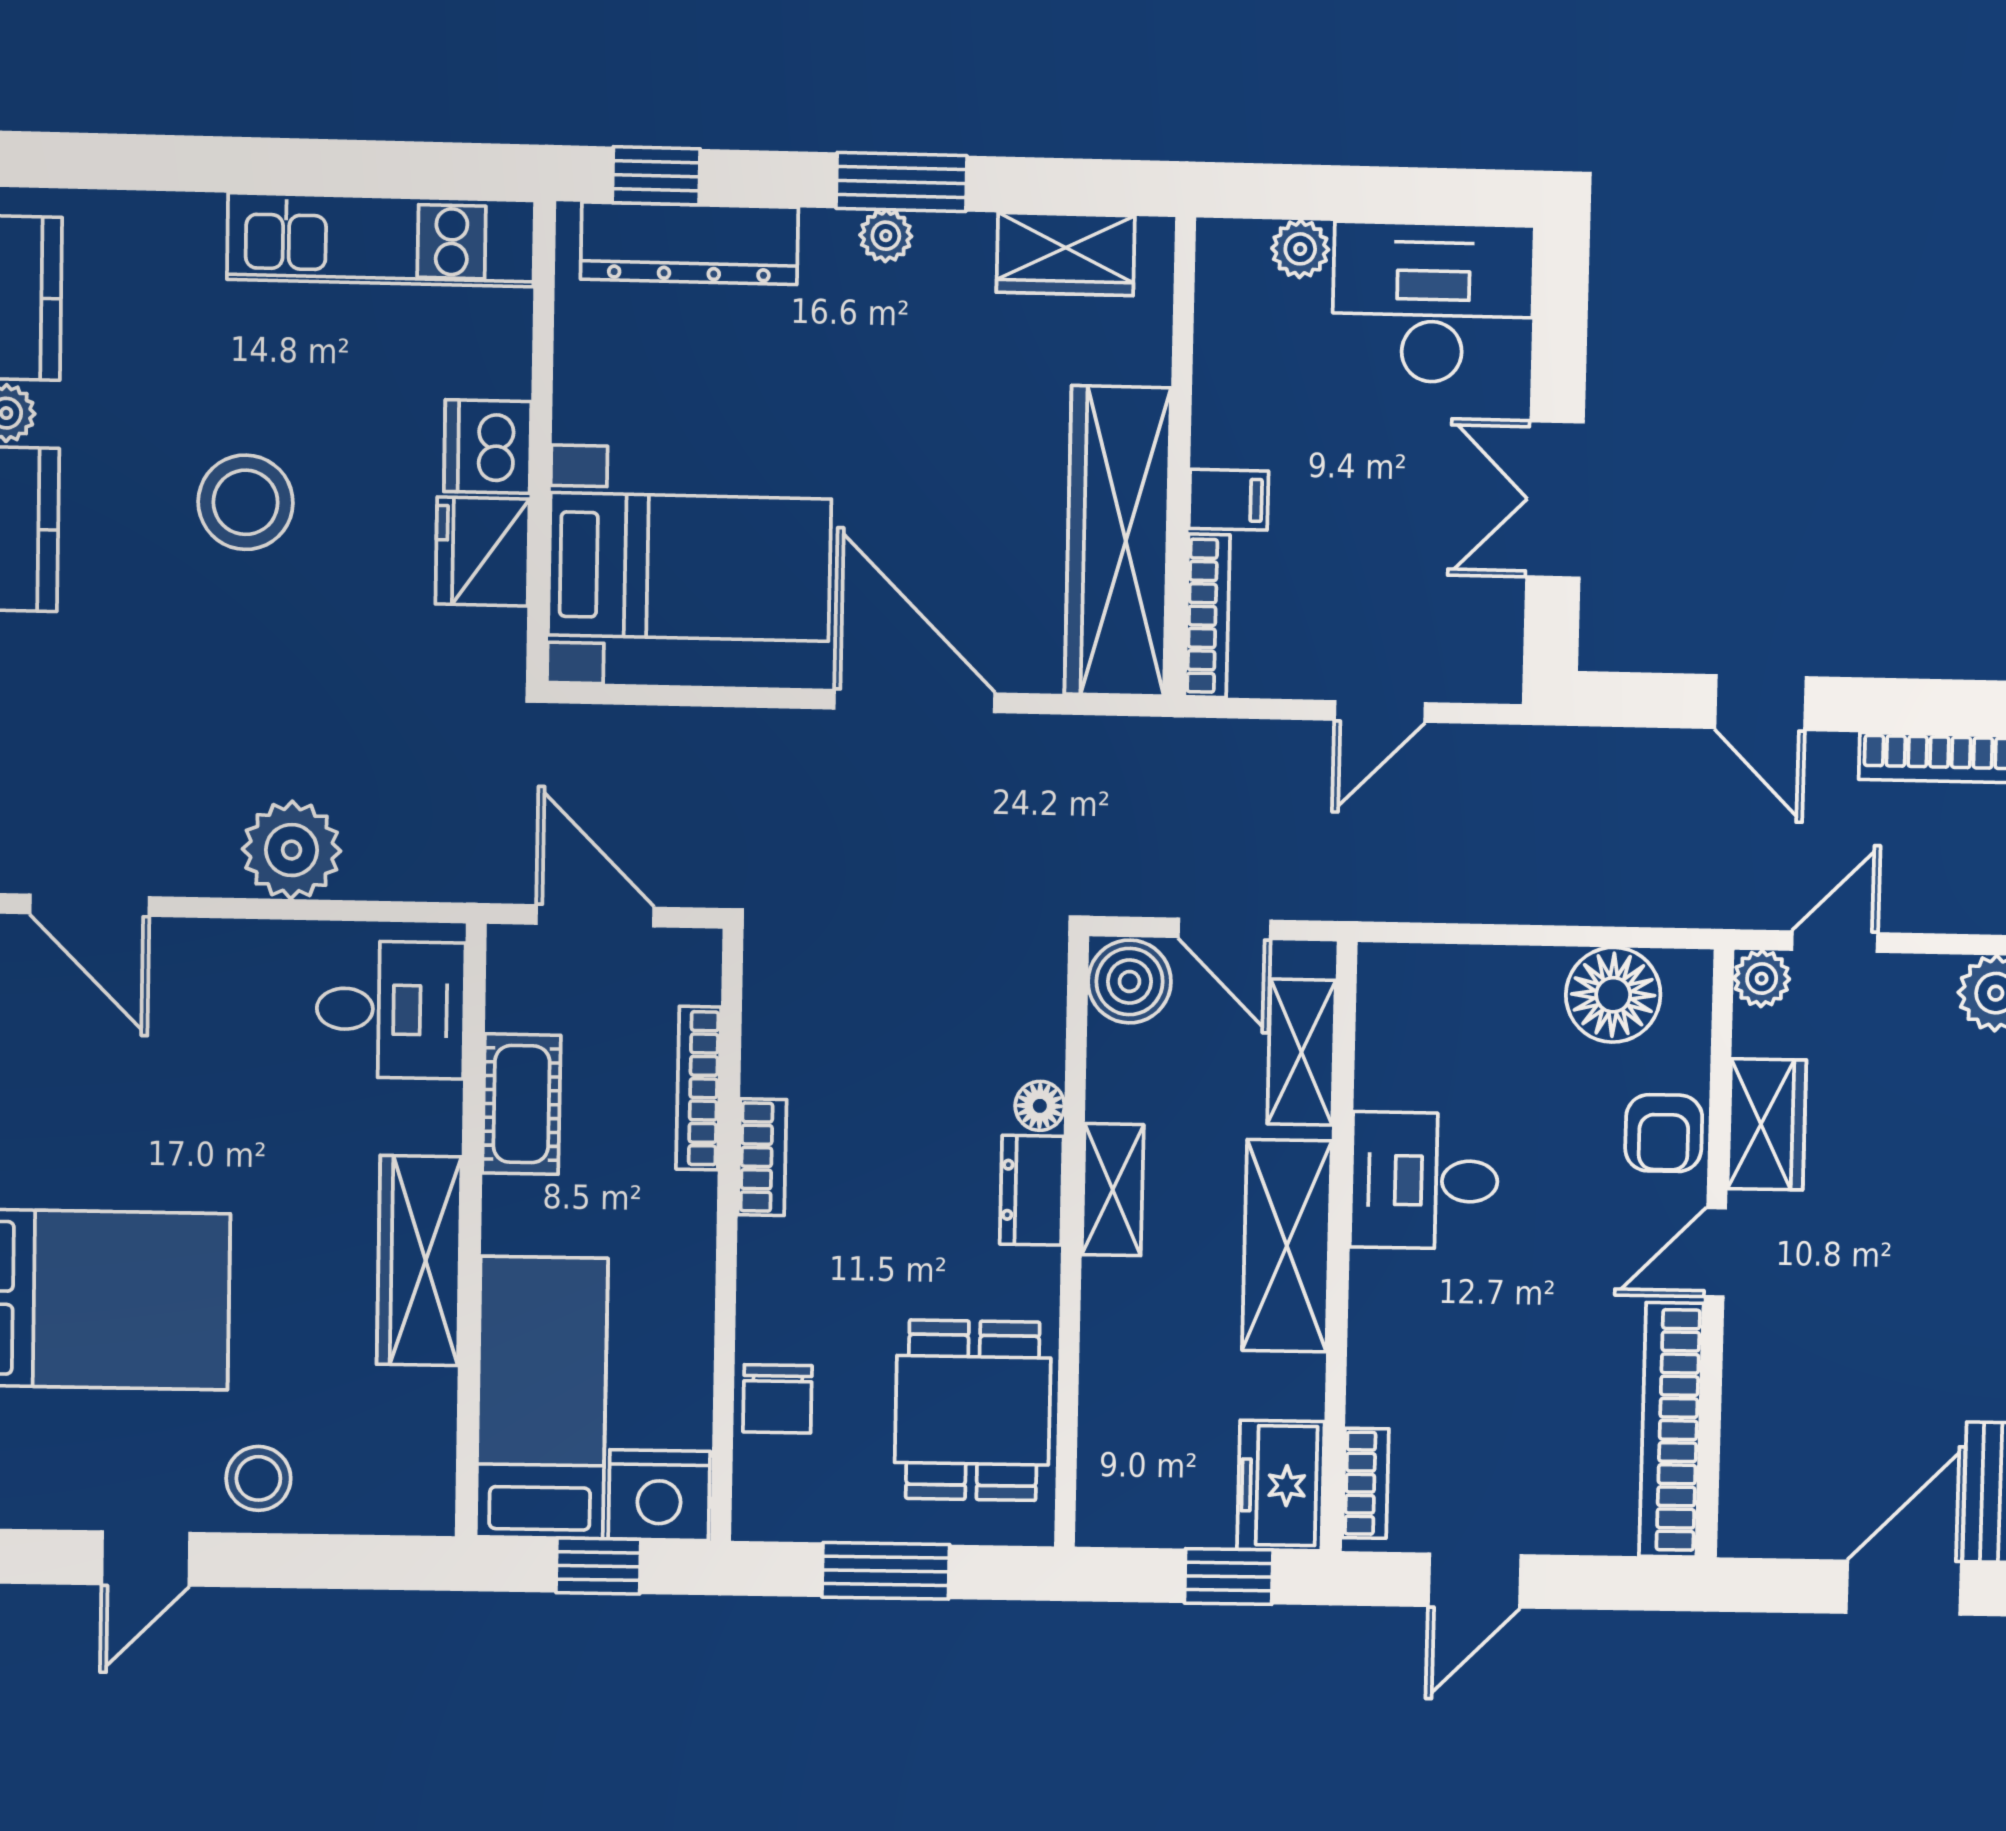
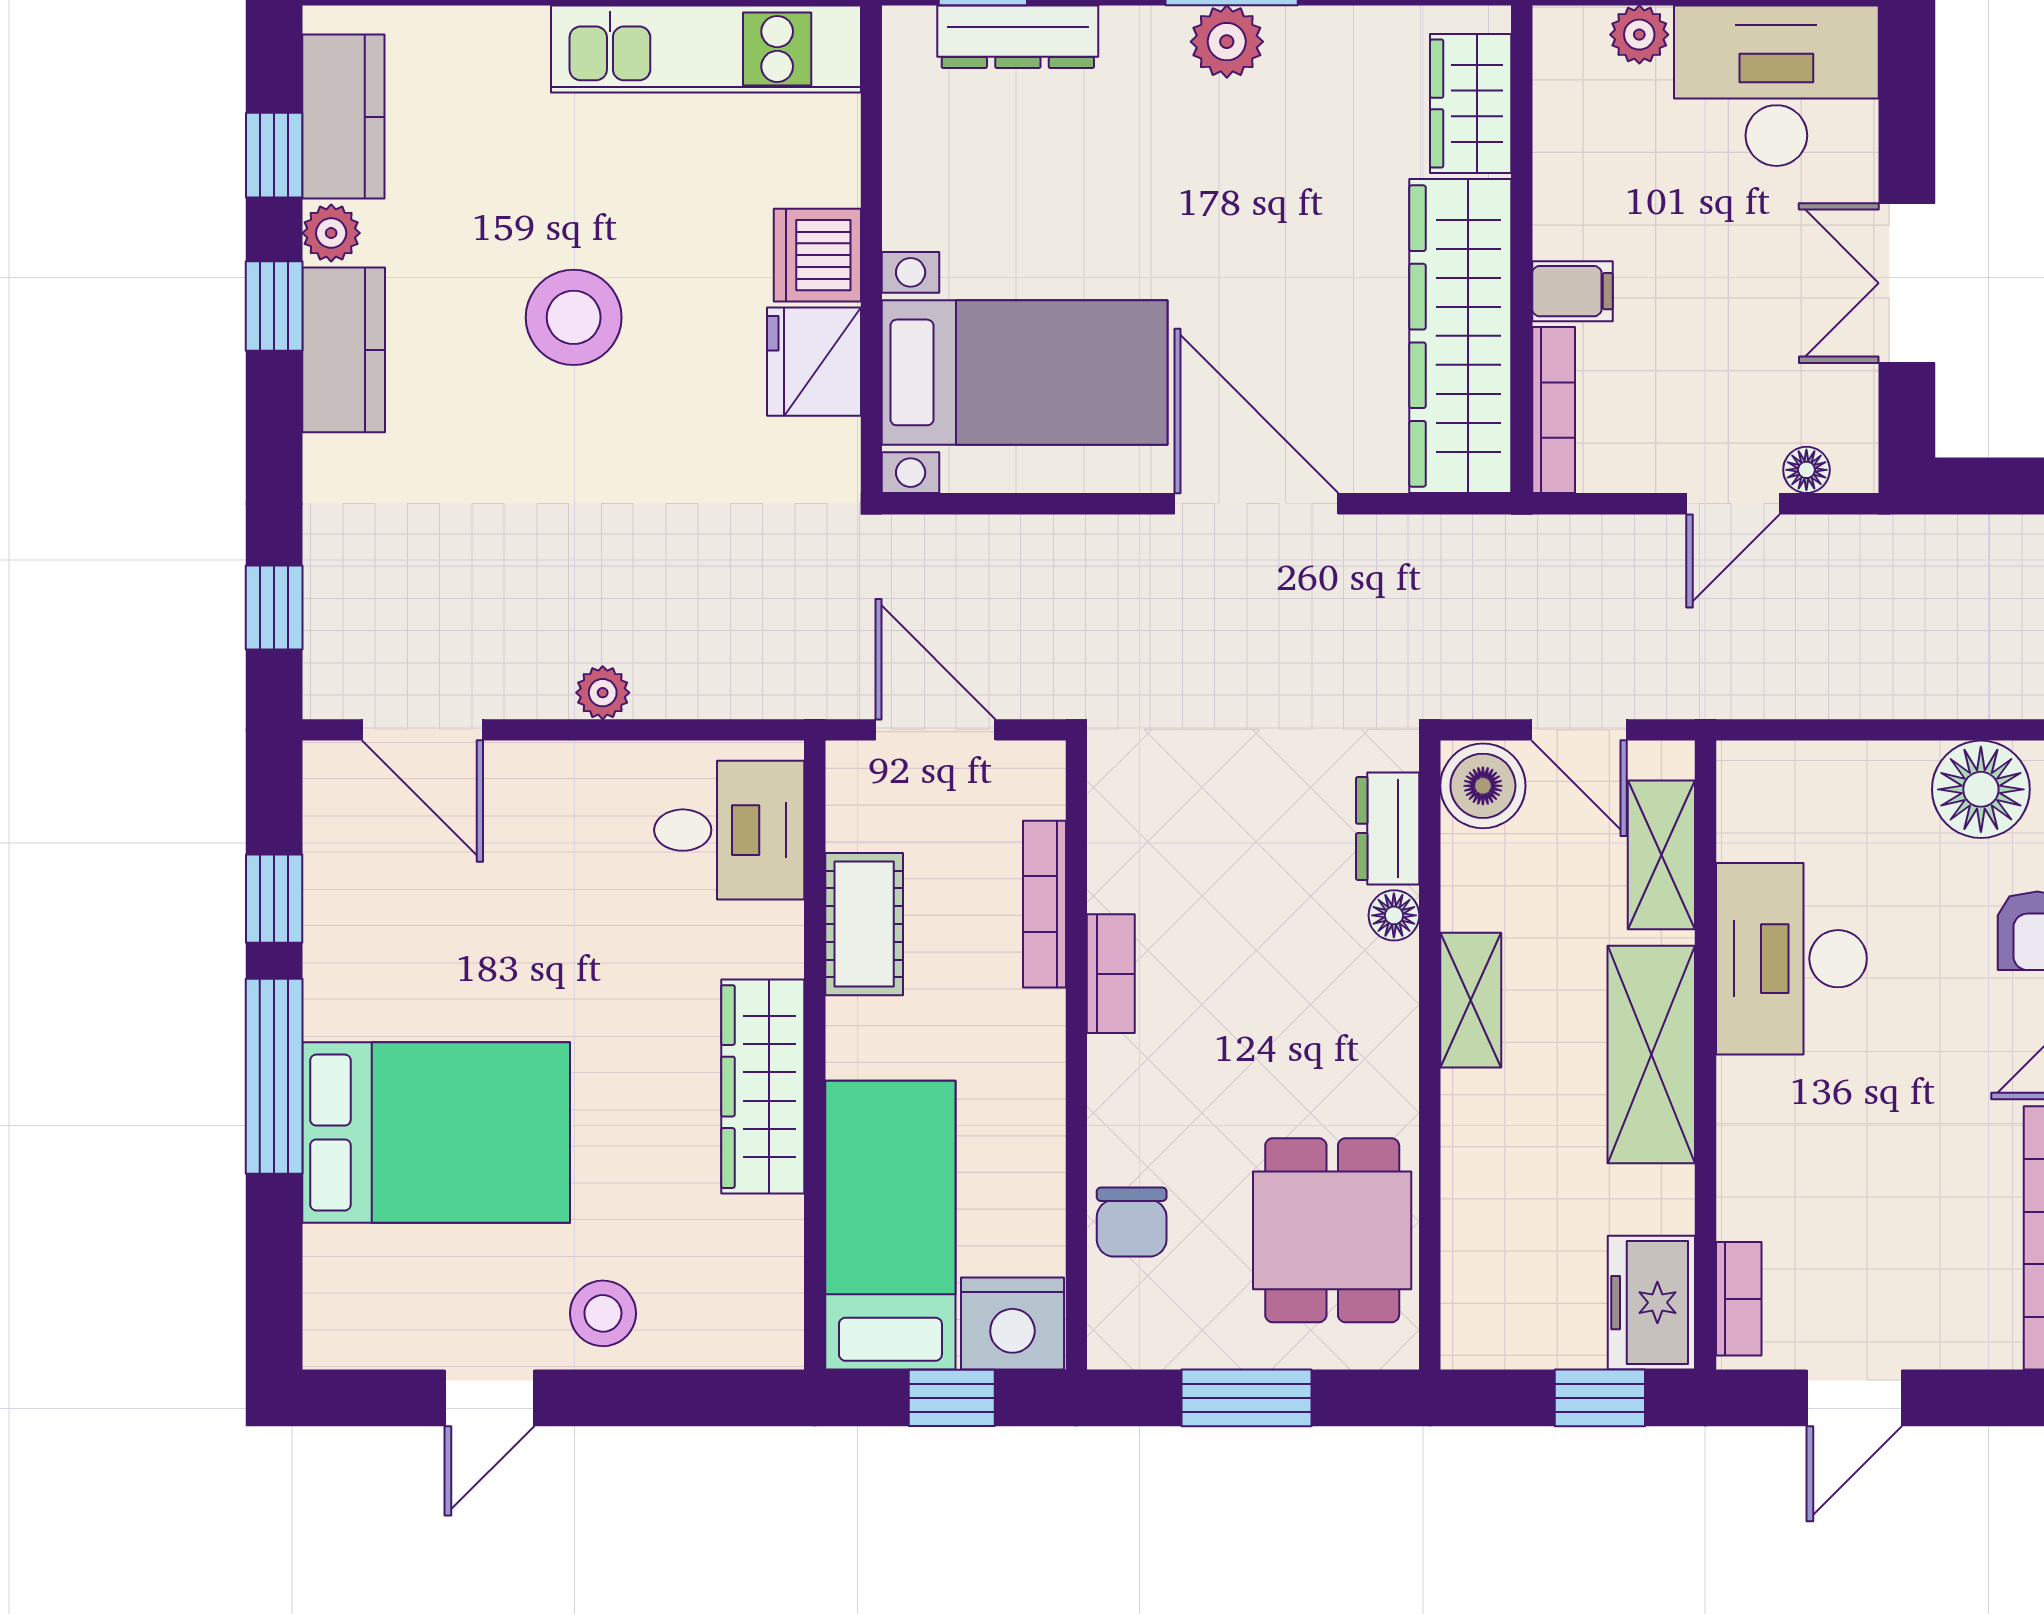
plant: (886, 236) -> (1227, 42), width x1.38, depth x1.38
dresser: (689, 243) -> (1018, 37), width x0.73, depth x0.80
wardrobe: (1066, 254) -> (1471, 104), moved, turned 90
floor lamp: (1452, 680) -> (1806, 470), added
plant: (292, 850) -> (603, 693), width x0.53, depth x0.53
desk: (1424, 1181) -> (1791, 959), width x1.37
dresser: (1032, 1190) -> (1388, 828), moved

